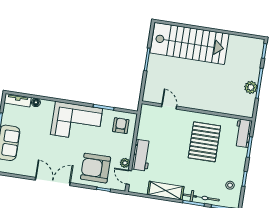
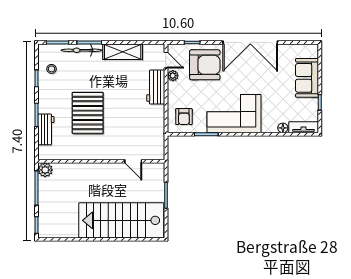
plant: (251, 87) -> (45, 170), moved
door: (169, 106) -> (133, 161), moved
wall: (197, 111) -> (101, 161), moved
double door: (53, 181) -> (250, 42), width x1.36

